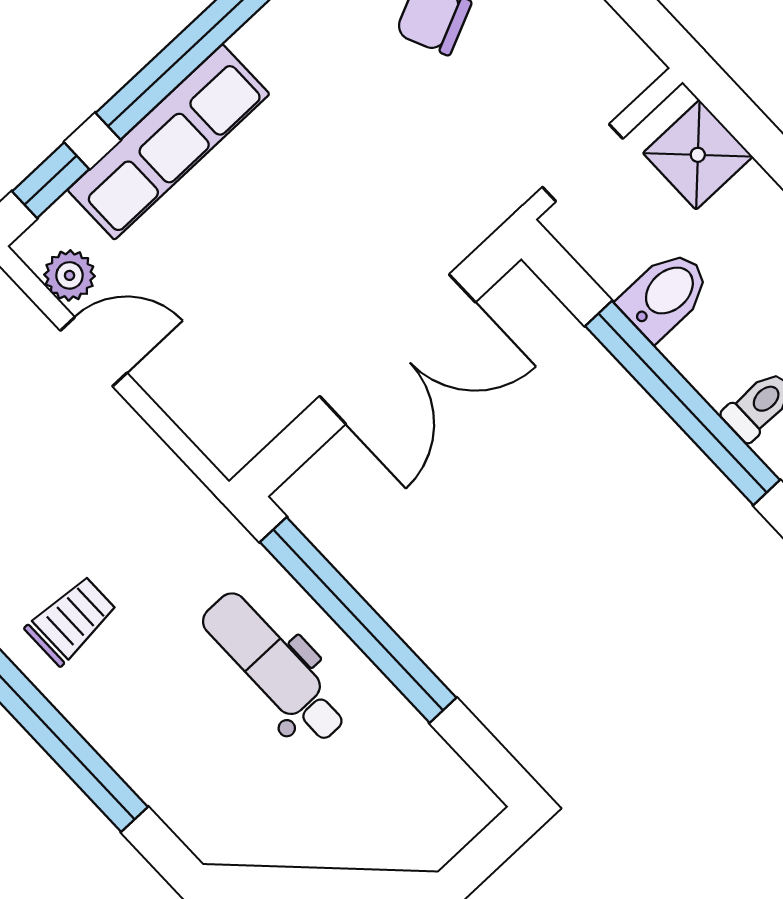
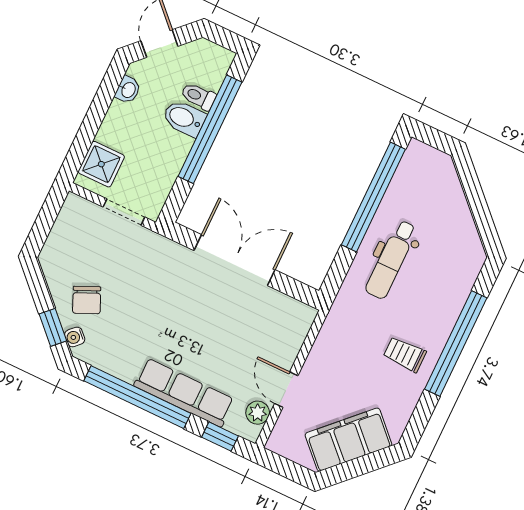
bidet: (665, 295) -> (184, 118), moved
window: (358, 620) -> (373, 197), moved

